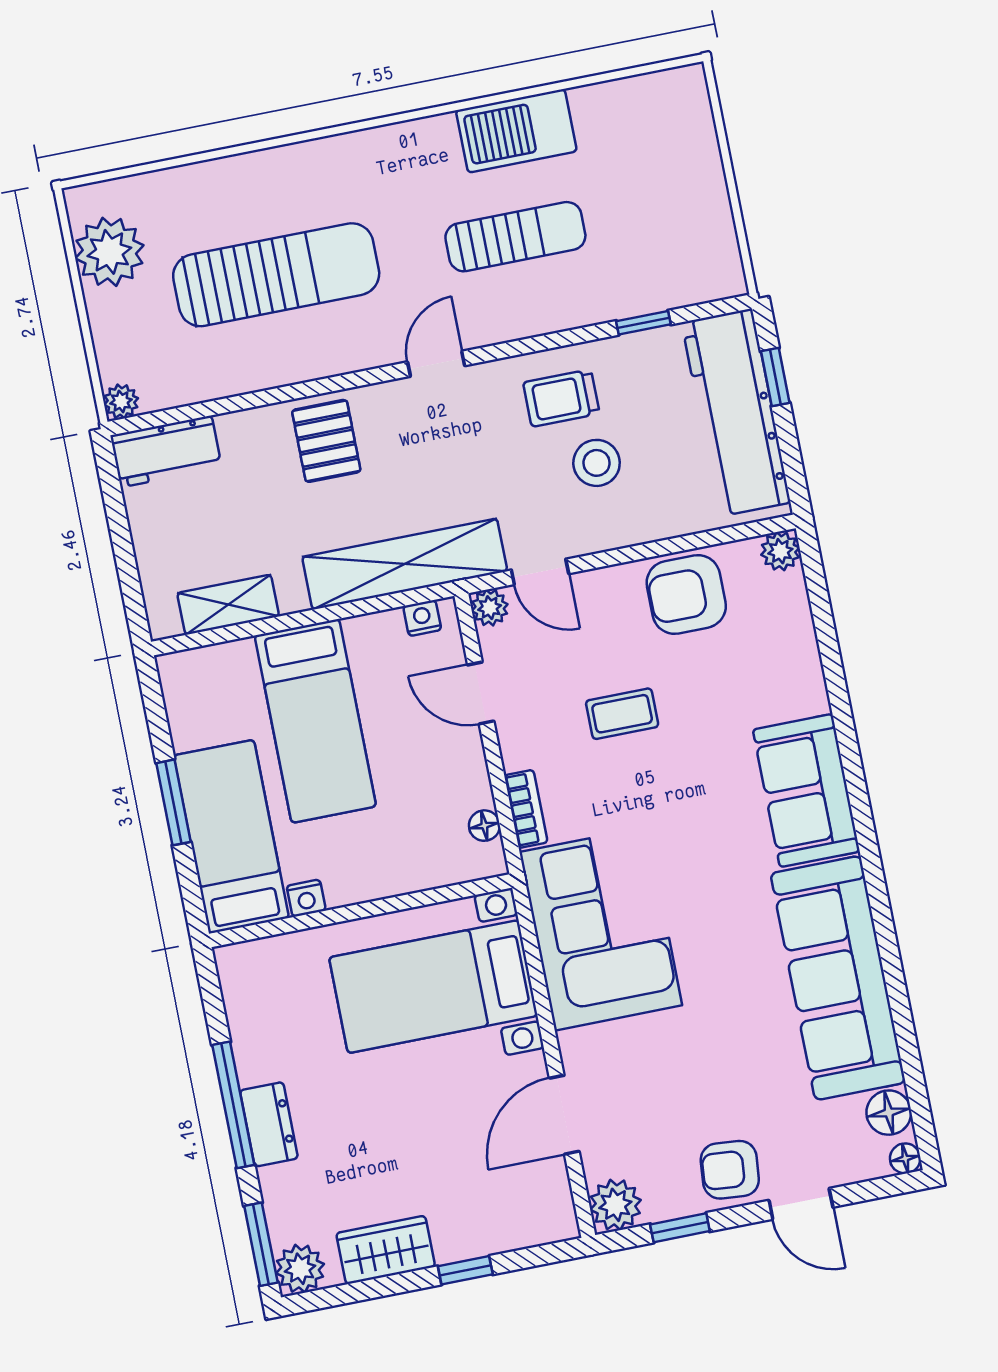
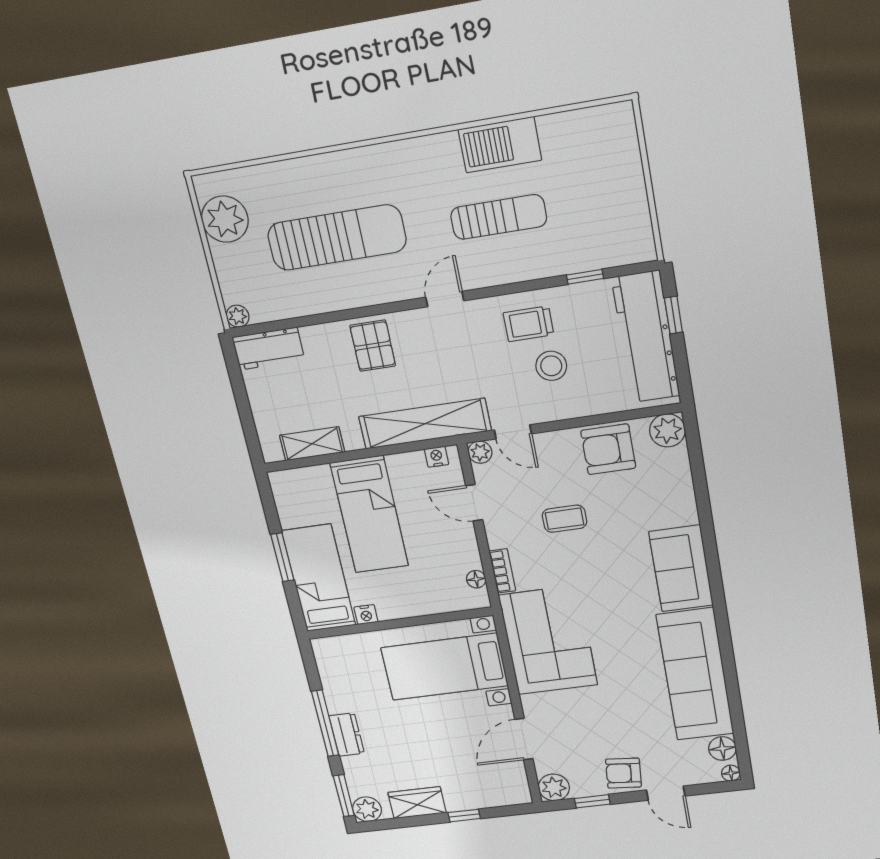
plant: (780, 551) -> (667, 430), width x1.38, depth x1.38

